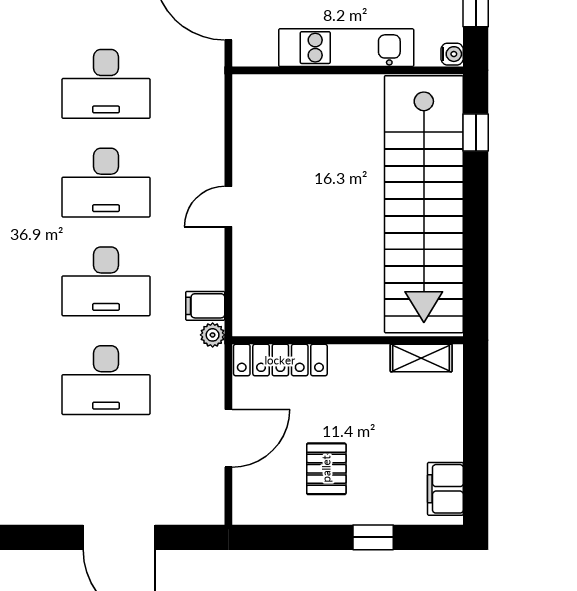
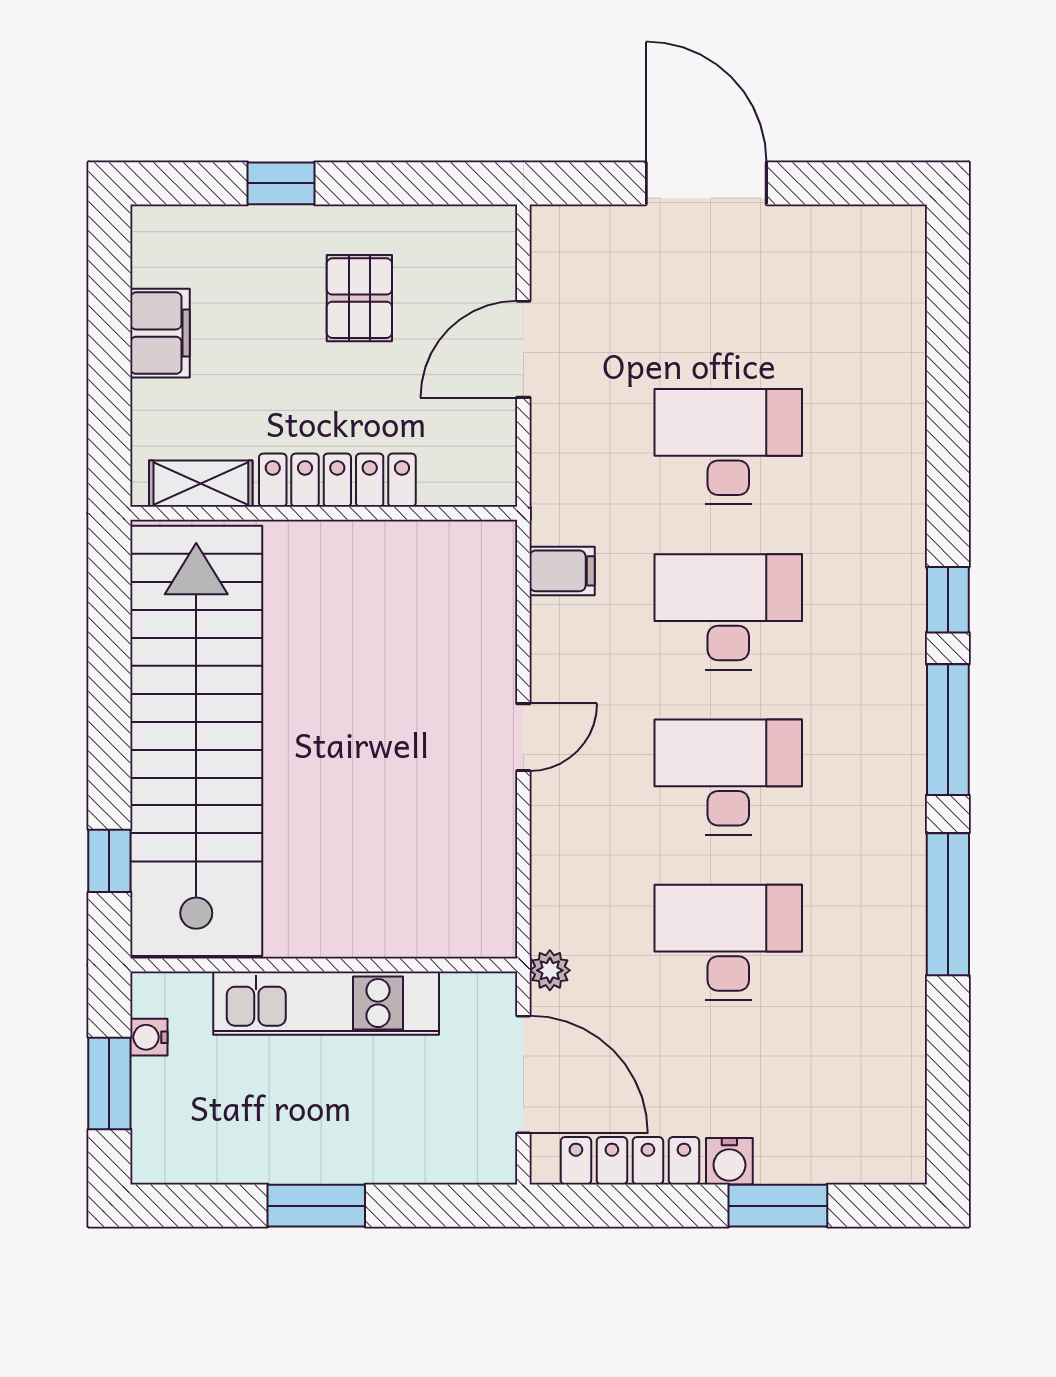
water cooler: (452, 54) -> (149, 1037), moved
plant: (213, 335) -> (550, 970), moved
locker: (280, 360) -> (337, 480), moved
filing cabinet: (445, 489) -> (160, 333), moved

